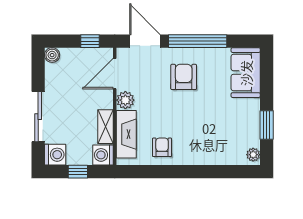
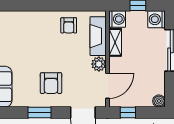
window: (198, 41) -> (40, 113), width x0.47

